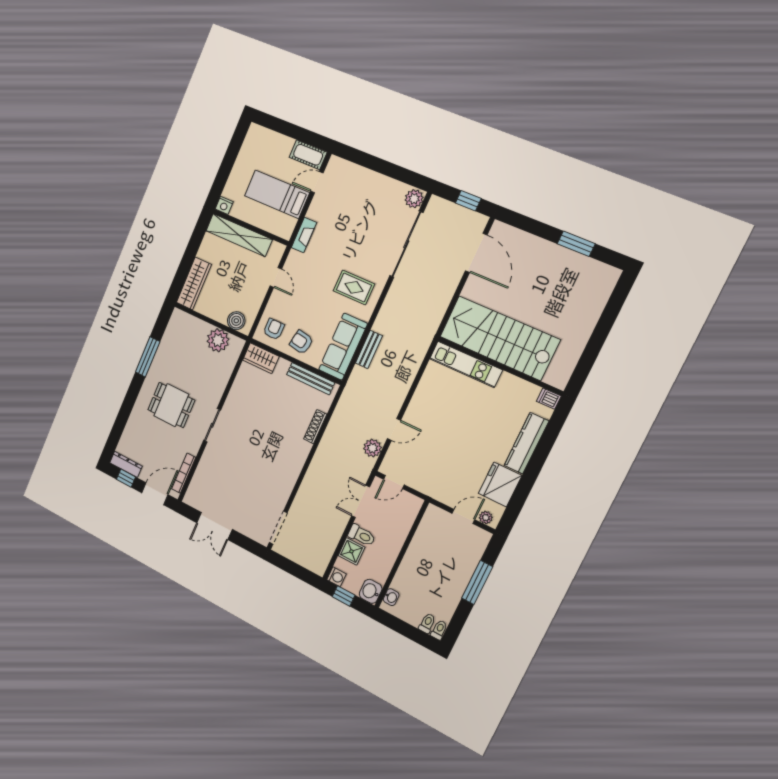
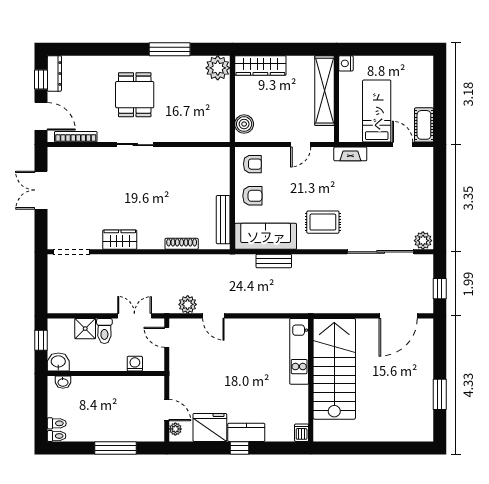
rug: (354, 287) -> (323, 222), turned 90
plant: (218, 340) -> (218, 68), moved
armchair: (301, 342) -> (252, 196), turned 80
wardrobe: (261, 358) -> (120, 240), moved, turned 90
kitchen counter: (526, 443) -> (246, 432), width x0.67
window: (535, 466) -> (240, 448), added
washing machine: (336, 577) -> (135, 364), moved, turned 180

